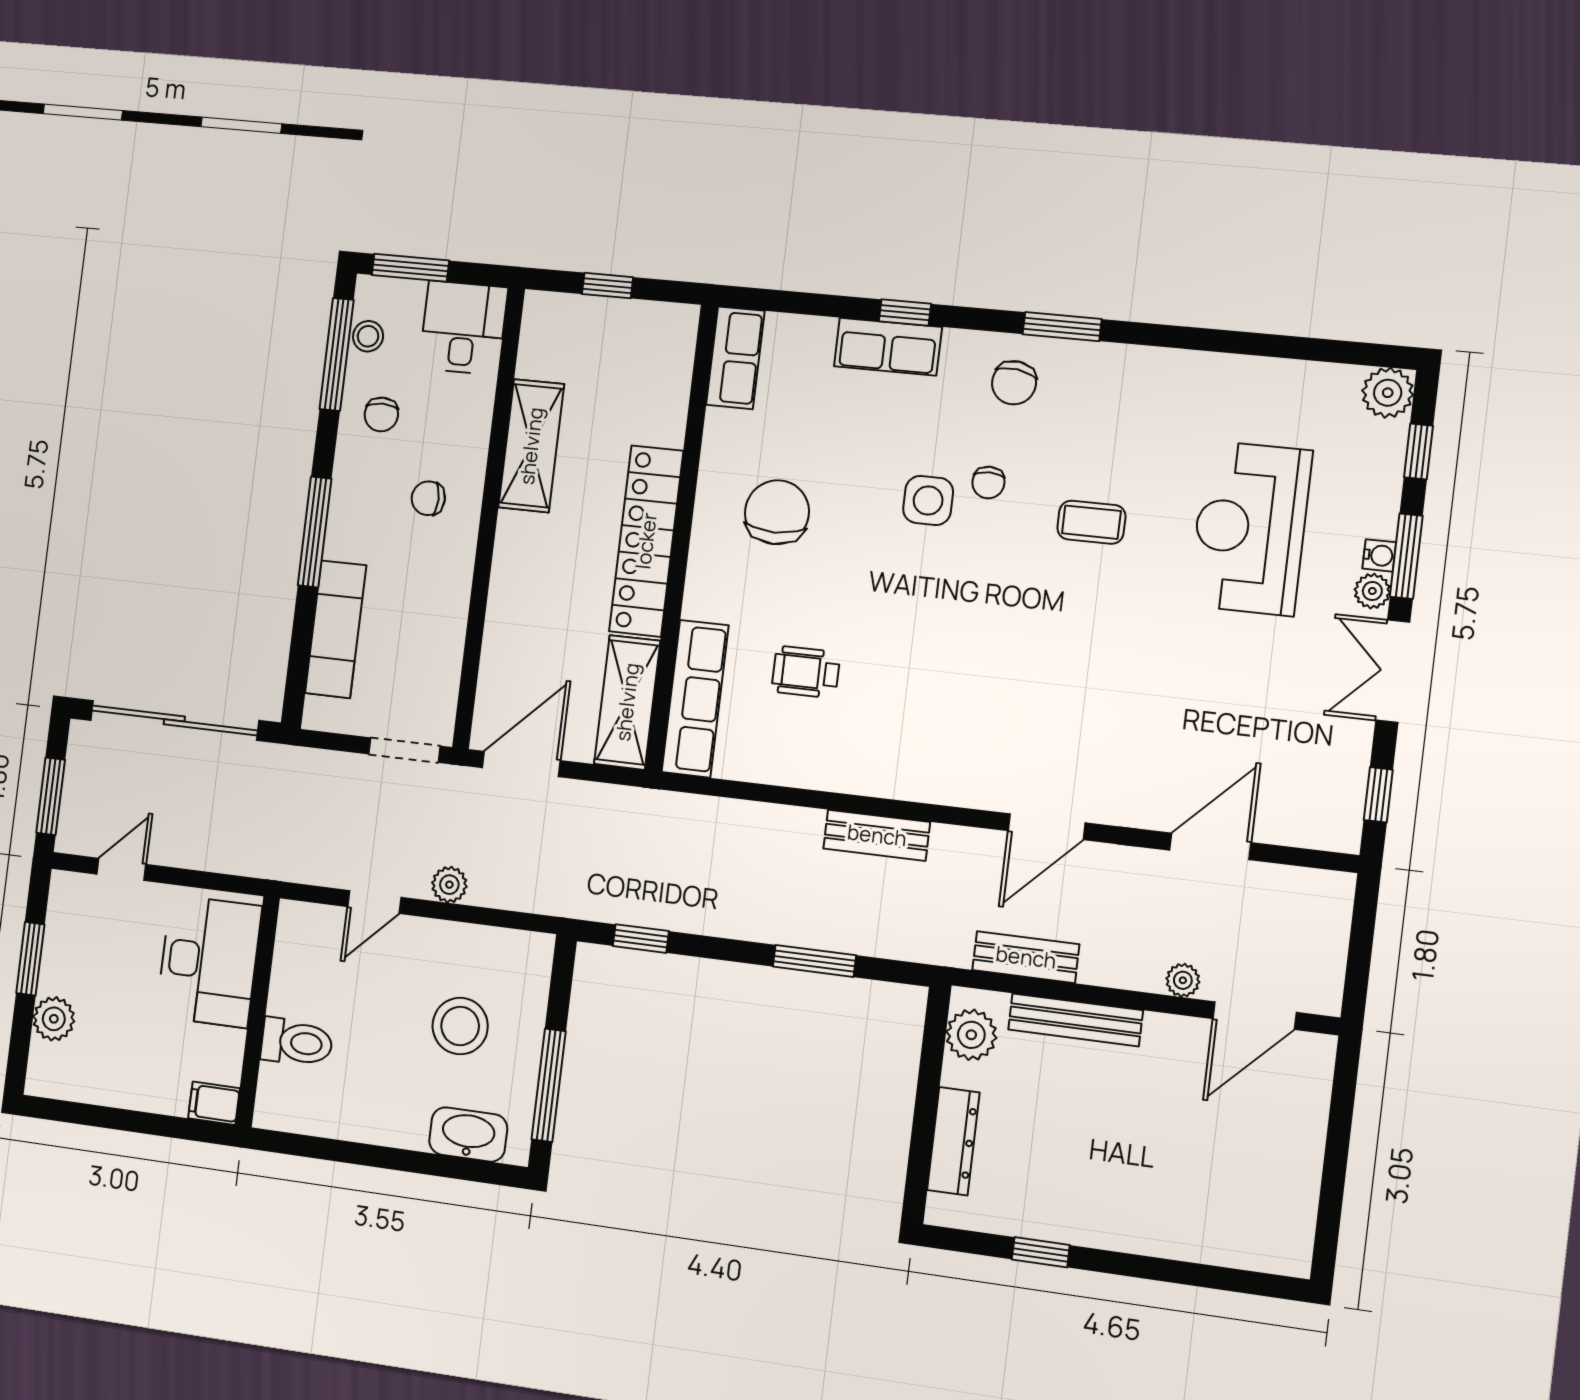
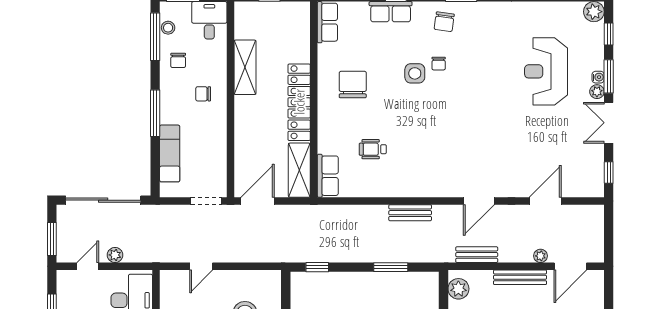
coffee table: (1091, 522) -> (482, 76), removed
row of seats: (695, 699) -> (328, 176), width x0.68
plant: (449, 885) -> (115, 255), moved
bench: (1075, 1020) -> (520, 277), moved

